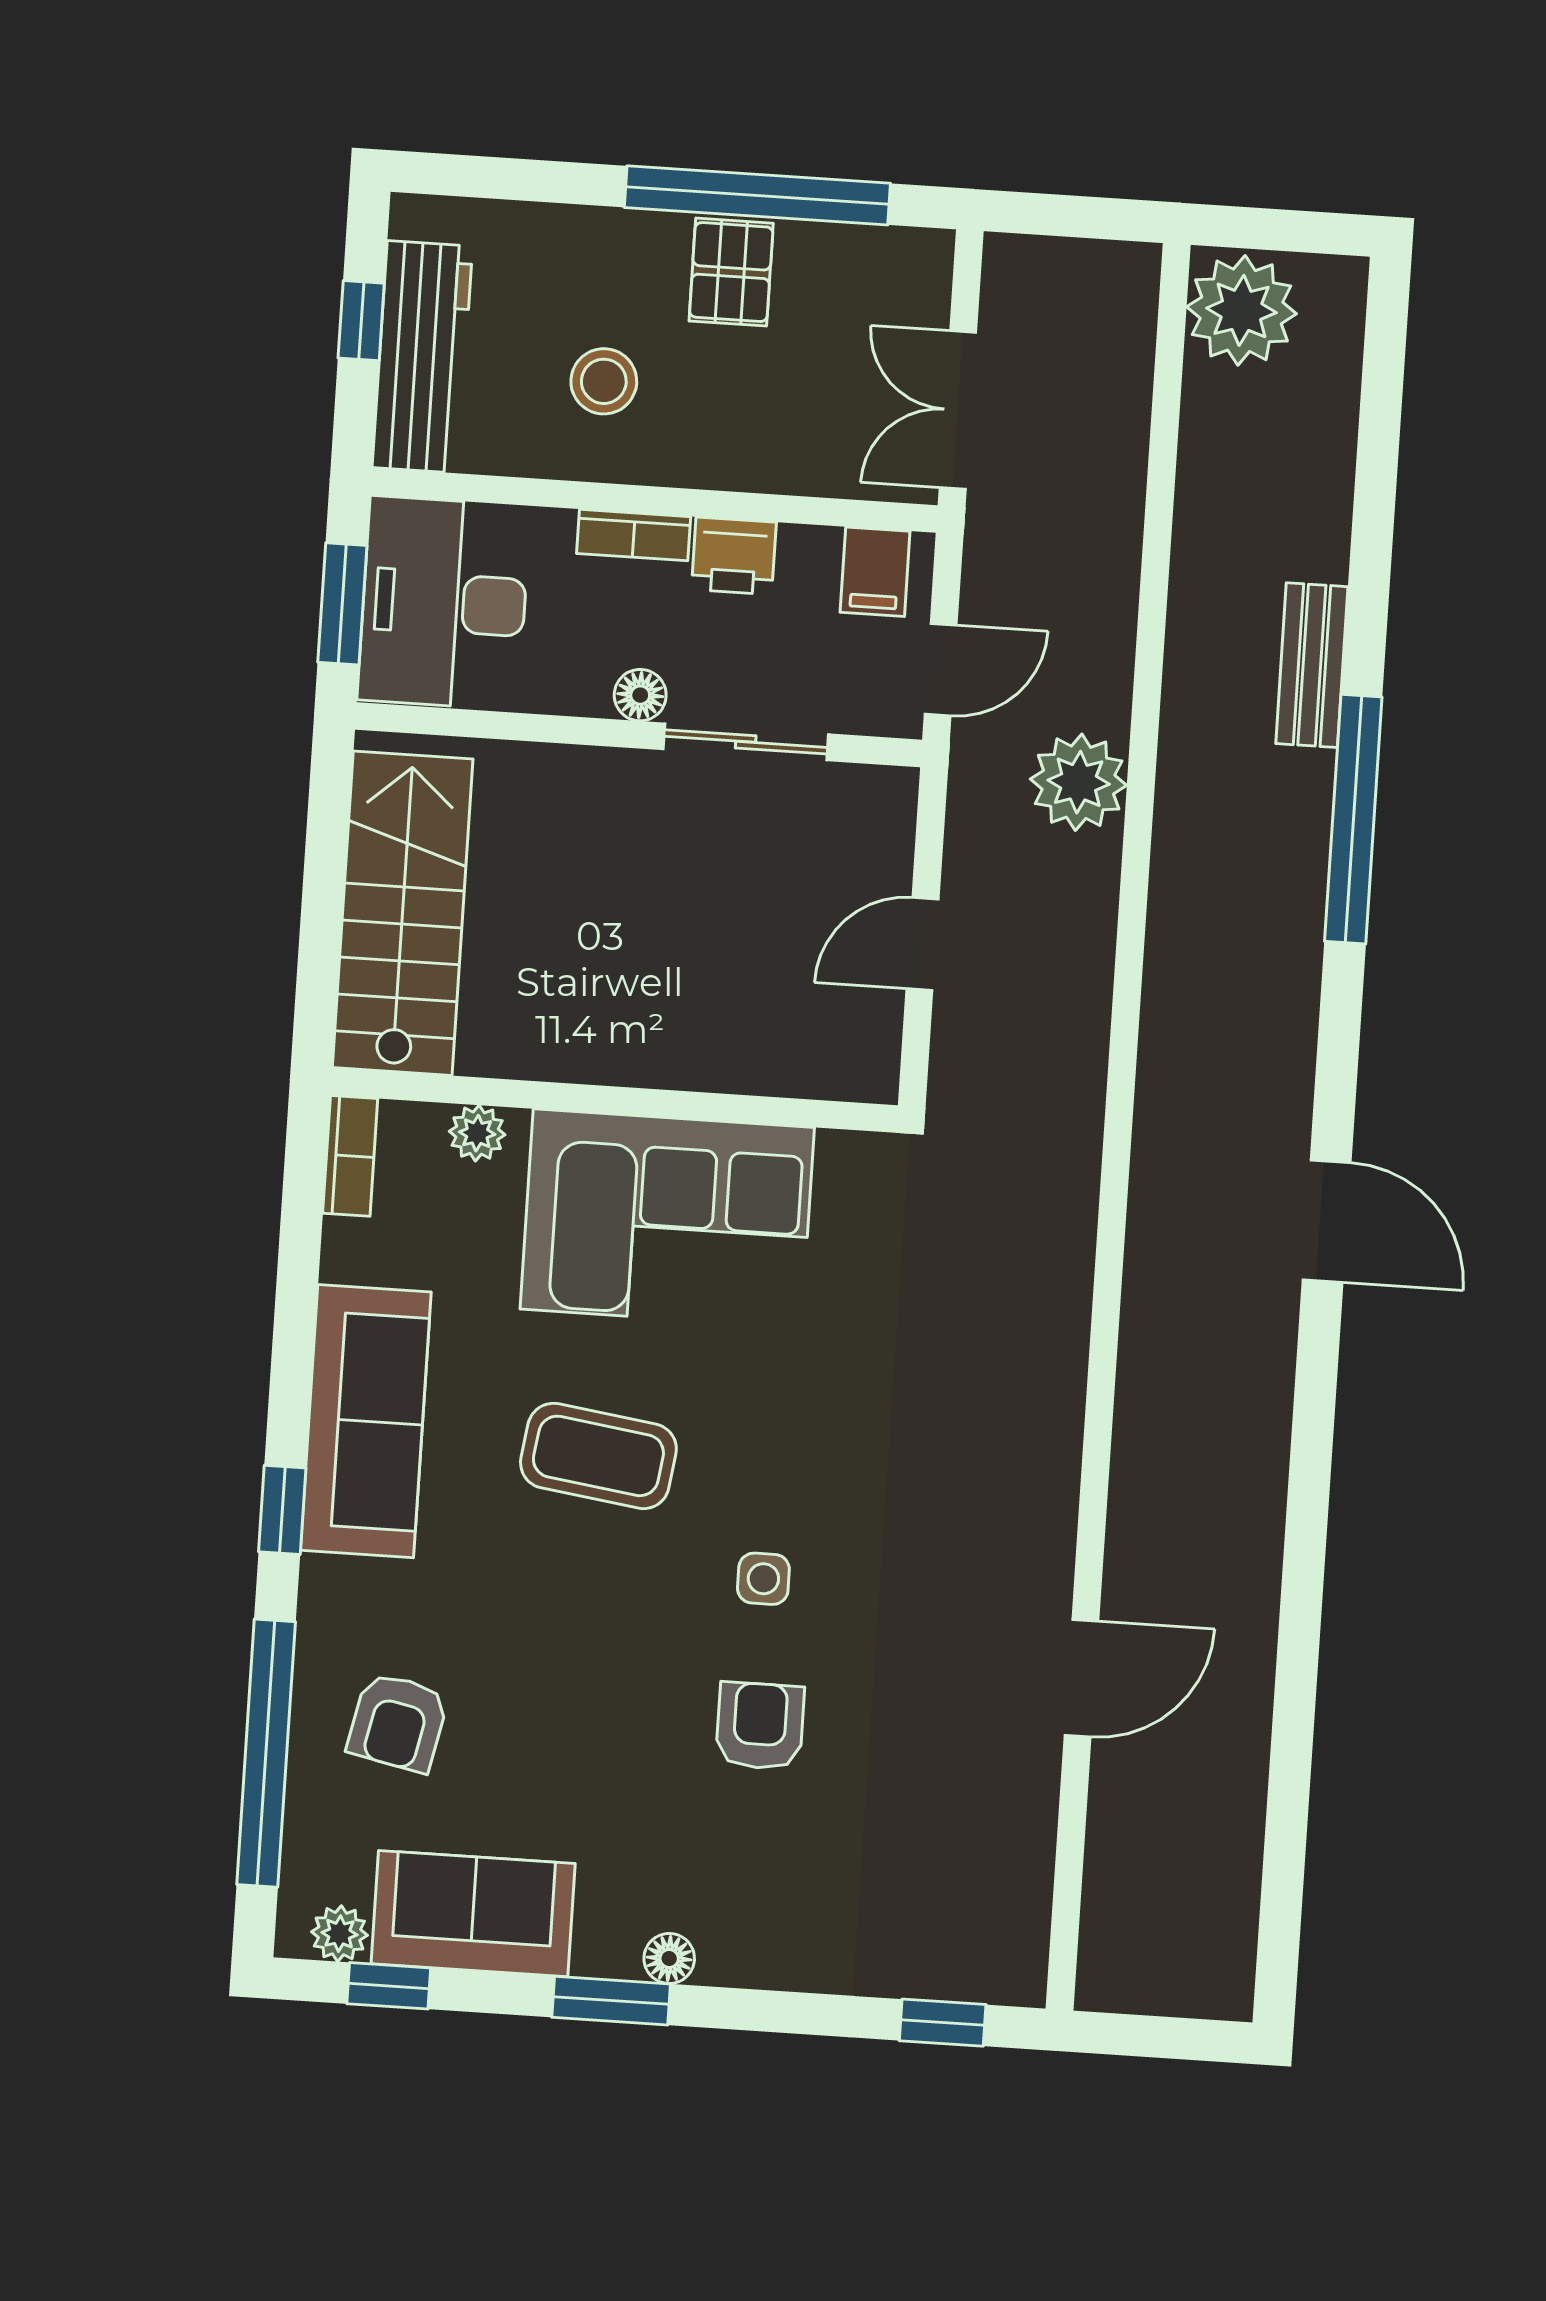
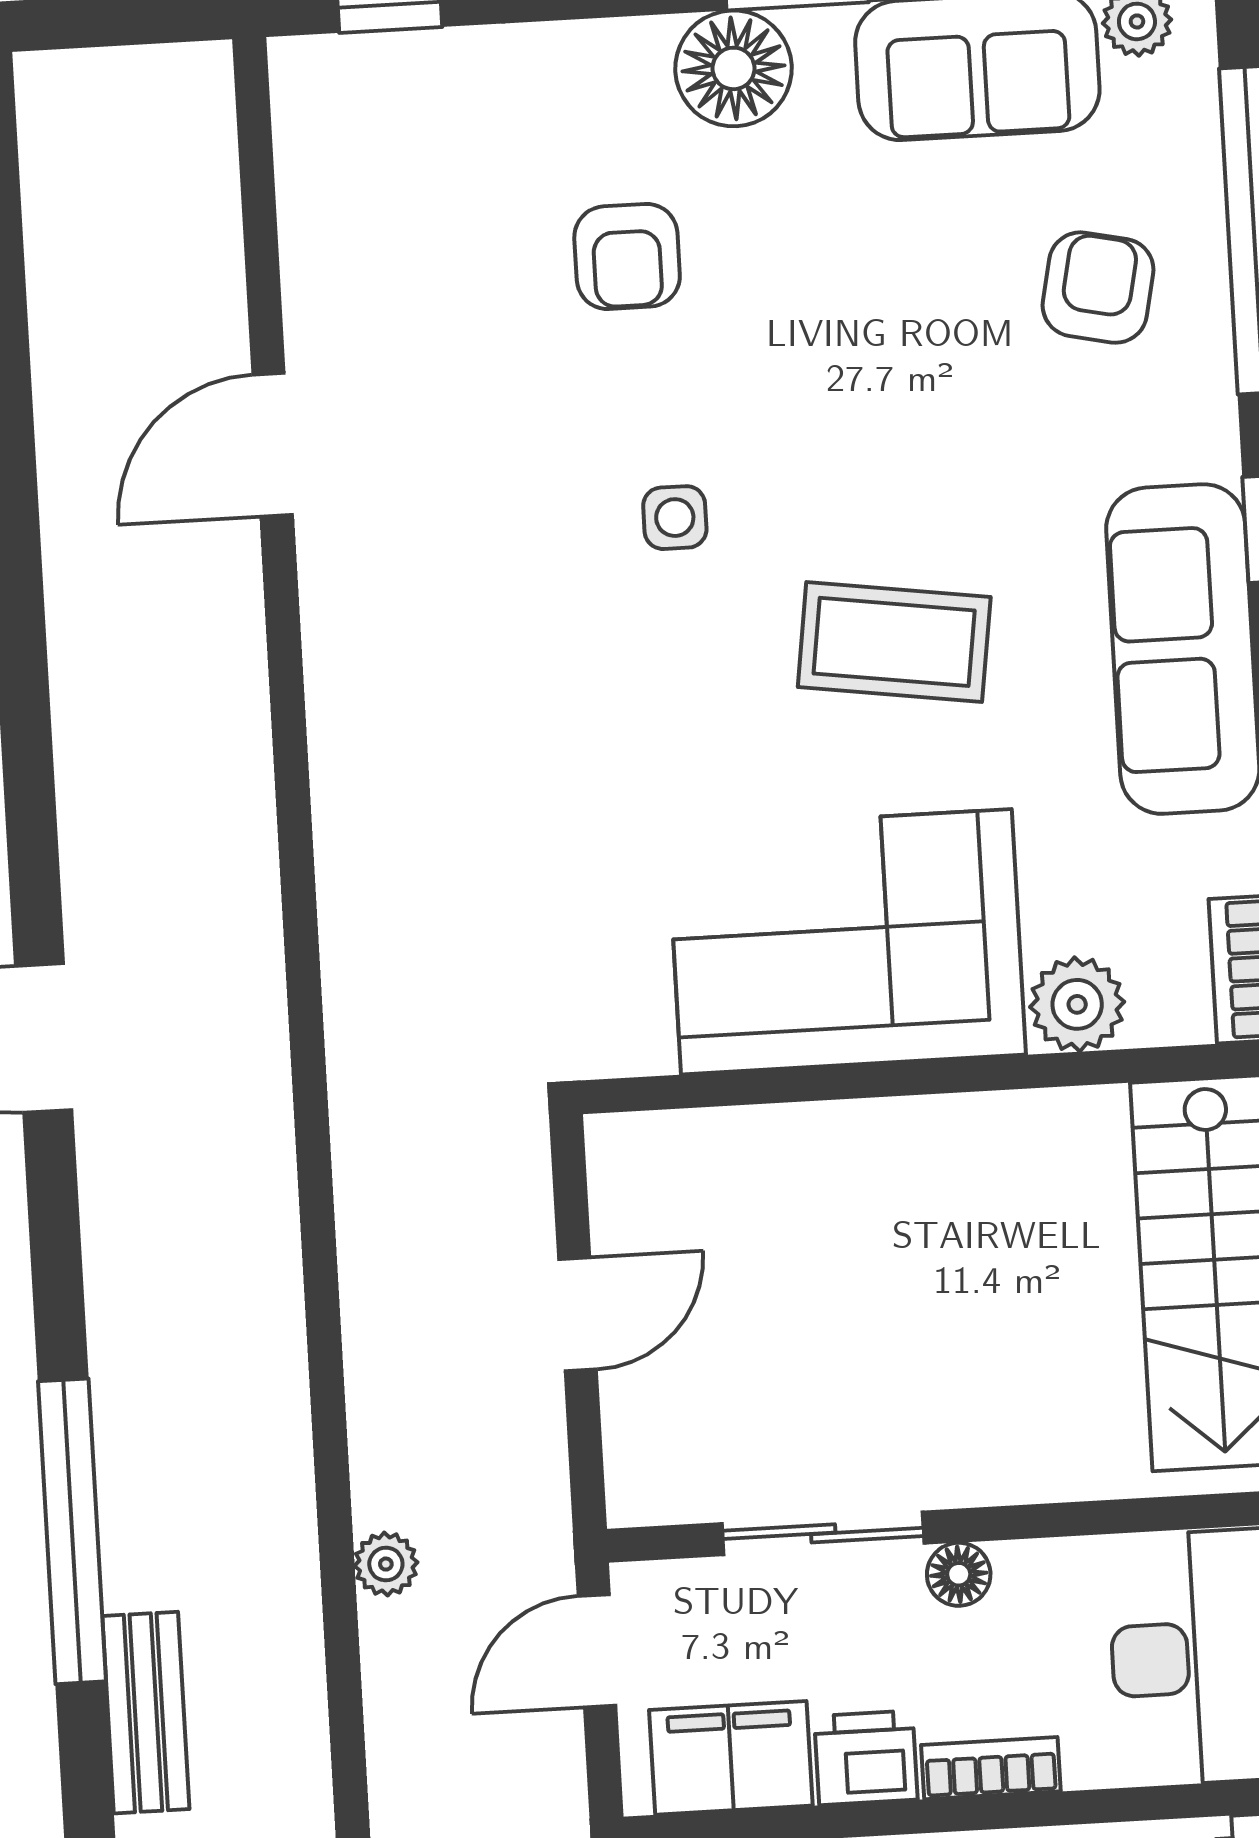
filing cabinet: (875, 572) -> (731, 1758), width x2.00
plant: (1079, 782) -> (386, 1564), width x0.53, depth x0.53
plant: (477, 1133) -> (1077, 1004), width x1.38, depth x1.38
armchair: (760, 1726) -> (627, 256), moved
floor lamp: (669, 1958) -> (734, 68), width x1.89, depth x1.89

